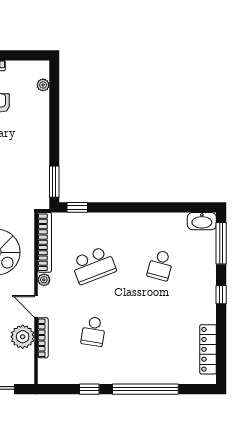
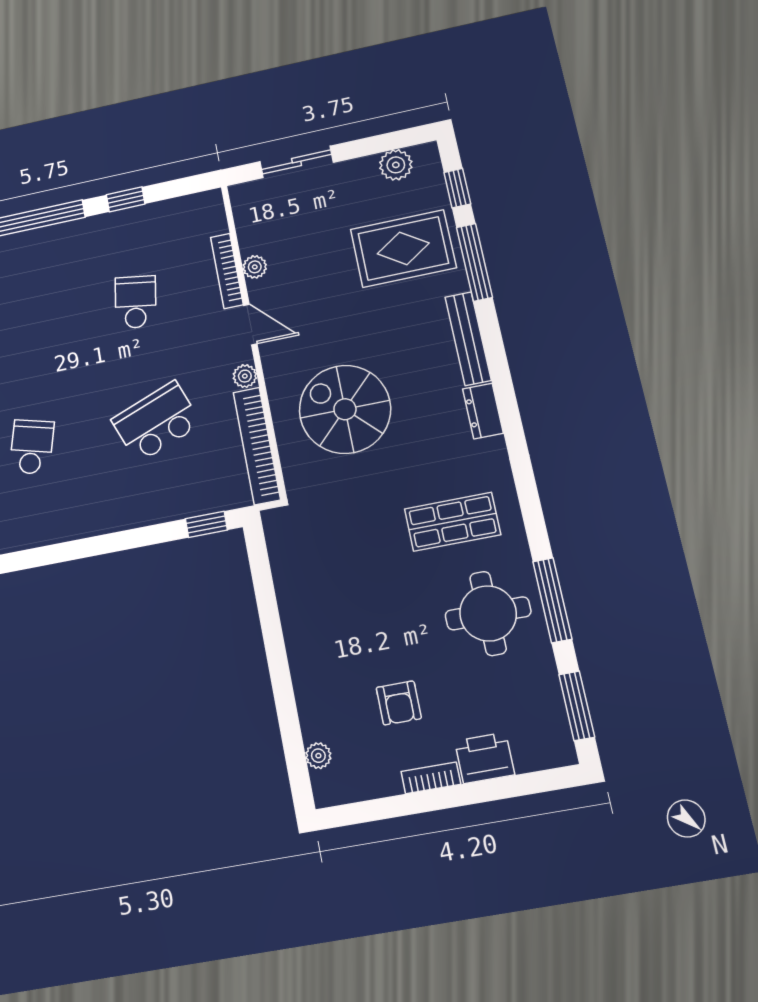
window: (54, 182) -> (260, 566), removed
plant: (23, 337) -> (255, 267), width x0.53, depth x0.53

